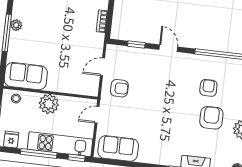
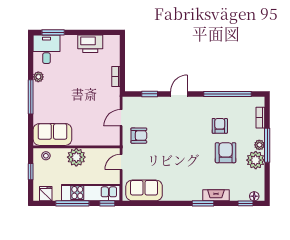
plant: (16, 25) -> (38, 77), moved
door: (168, 48) -> (179, 94), hinge flipped

